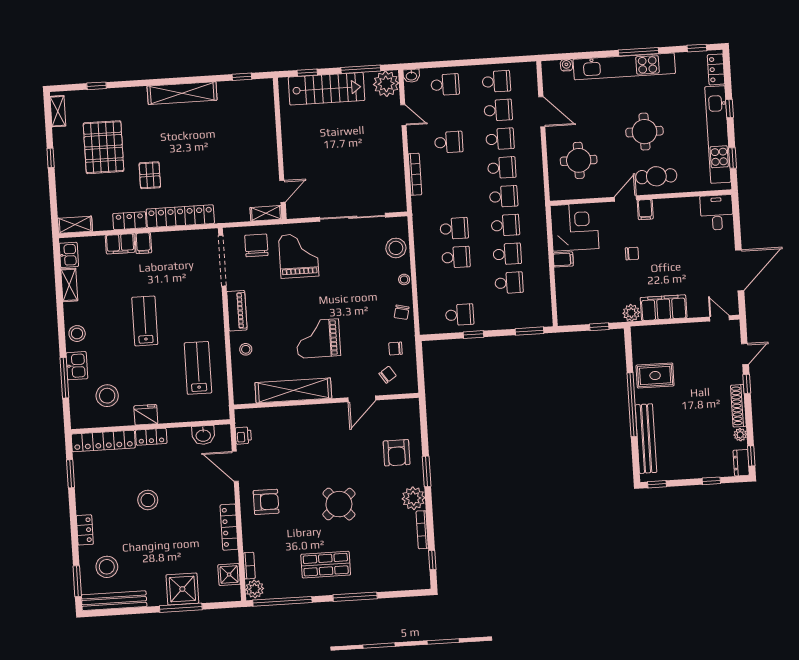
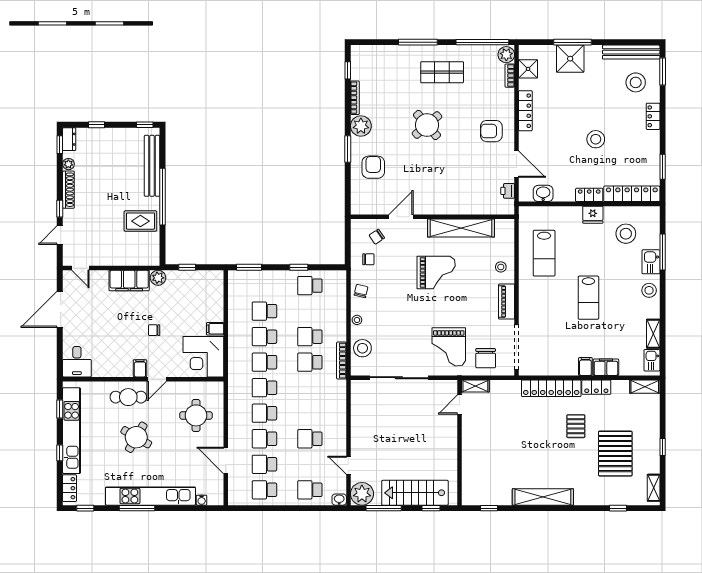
round table: (644, 132) -> (136, 437), turned 30
bookcase: (415, 174) -> (342, 361), moved

